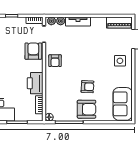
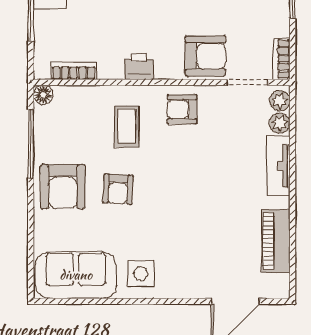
piano: (119, 22) -> (276, 241), moved
side table: (120, 61) -> (141, 274), moved
printer: (35, 83) -> (139, 67), width x0.53, depth x0.68
coffee table: (62, 83) -> (127, 126), added

